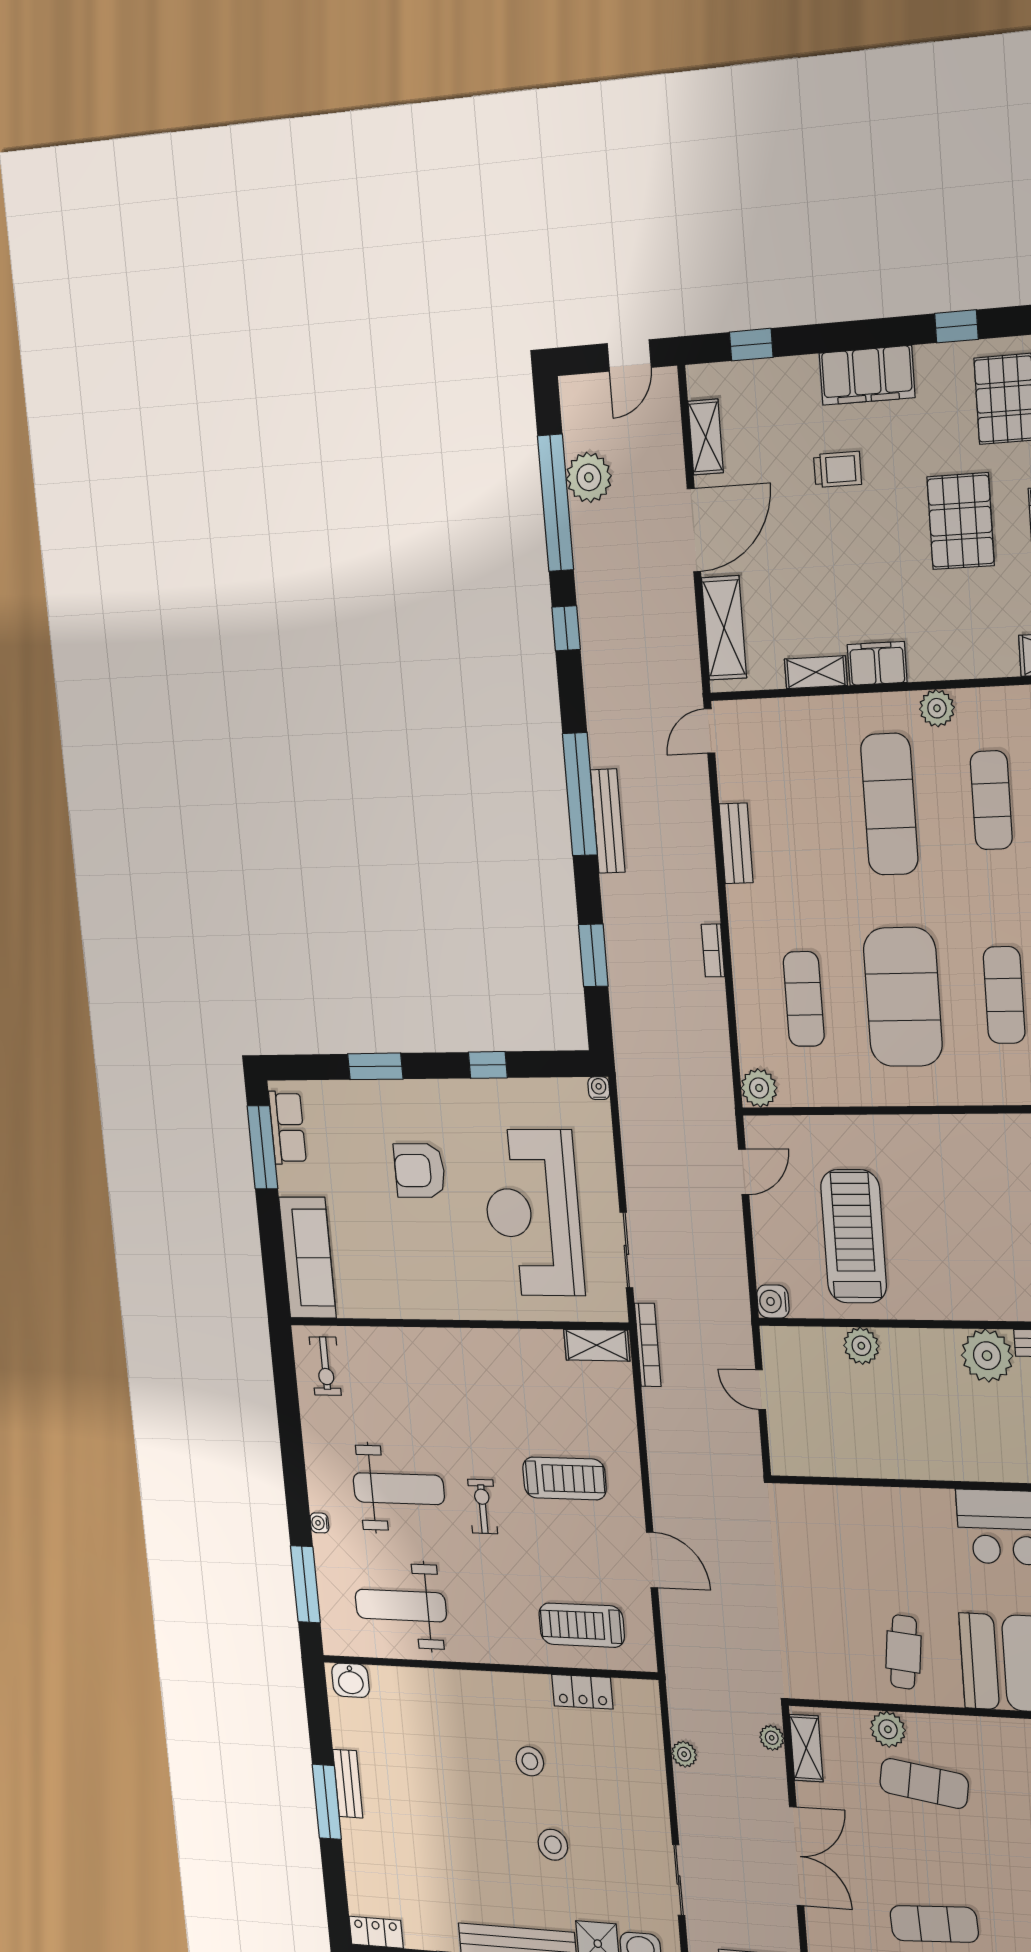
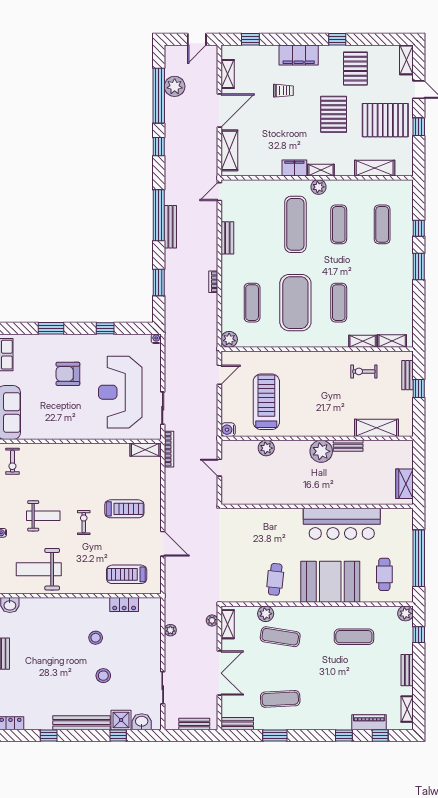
shelving: (816, 672) -> (321, 170), moved
weight bench: (399, 1489) -> (43, 516), width x0.73, depth x0.75

